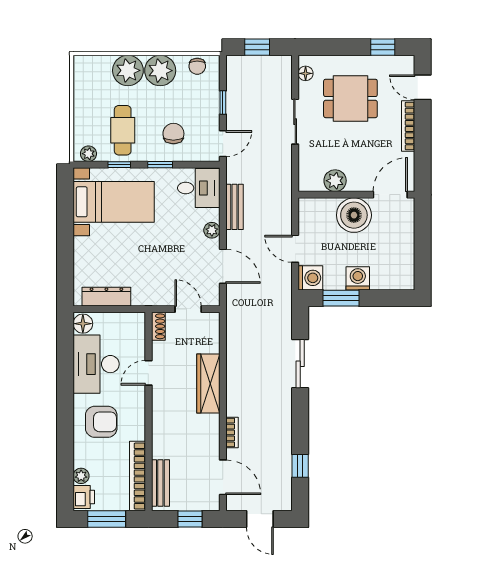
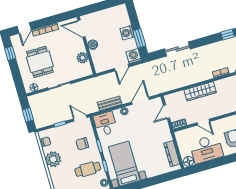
plant: (128, 70) -> (58, 175), removed
boiler: (354, 215) -> (93, 45), width x0.54, depth x0.54

